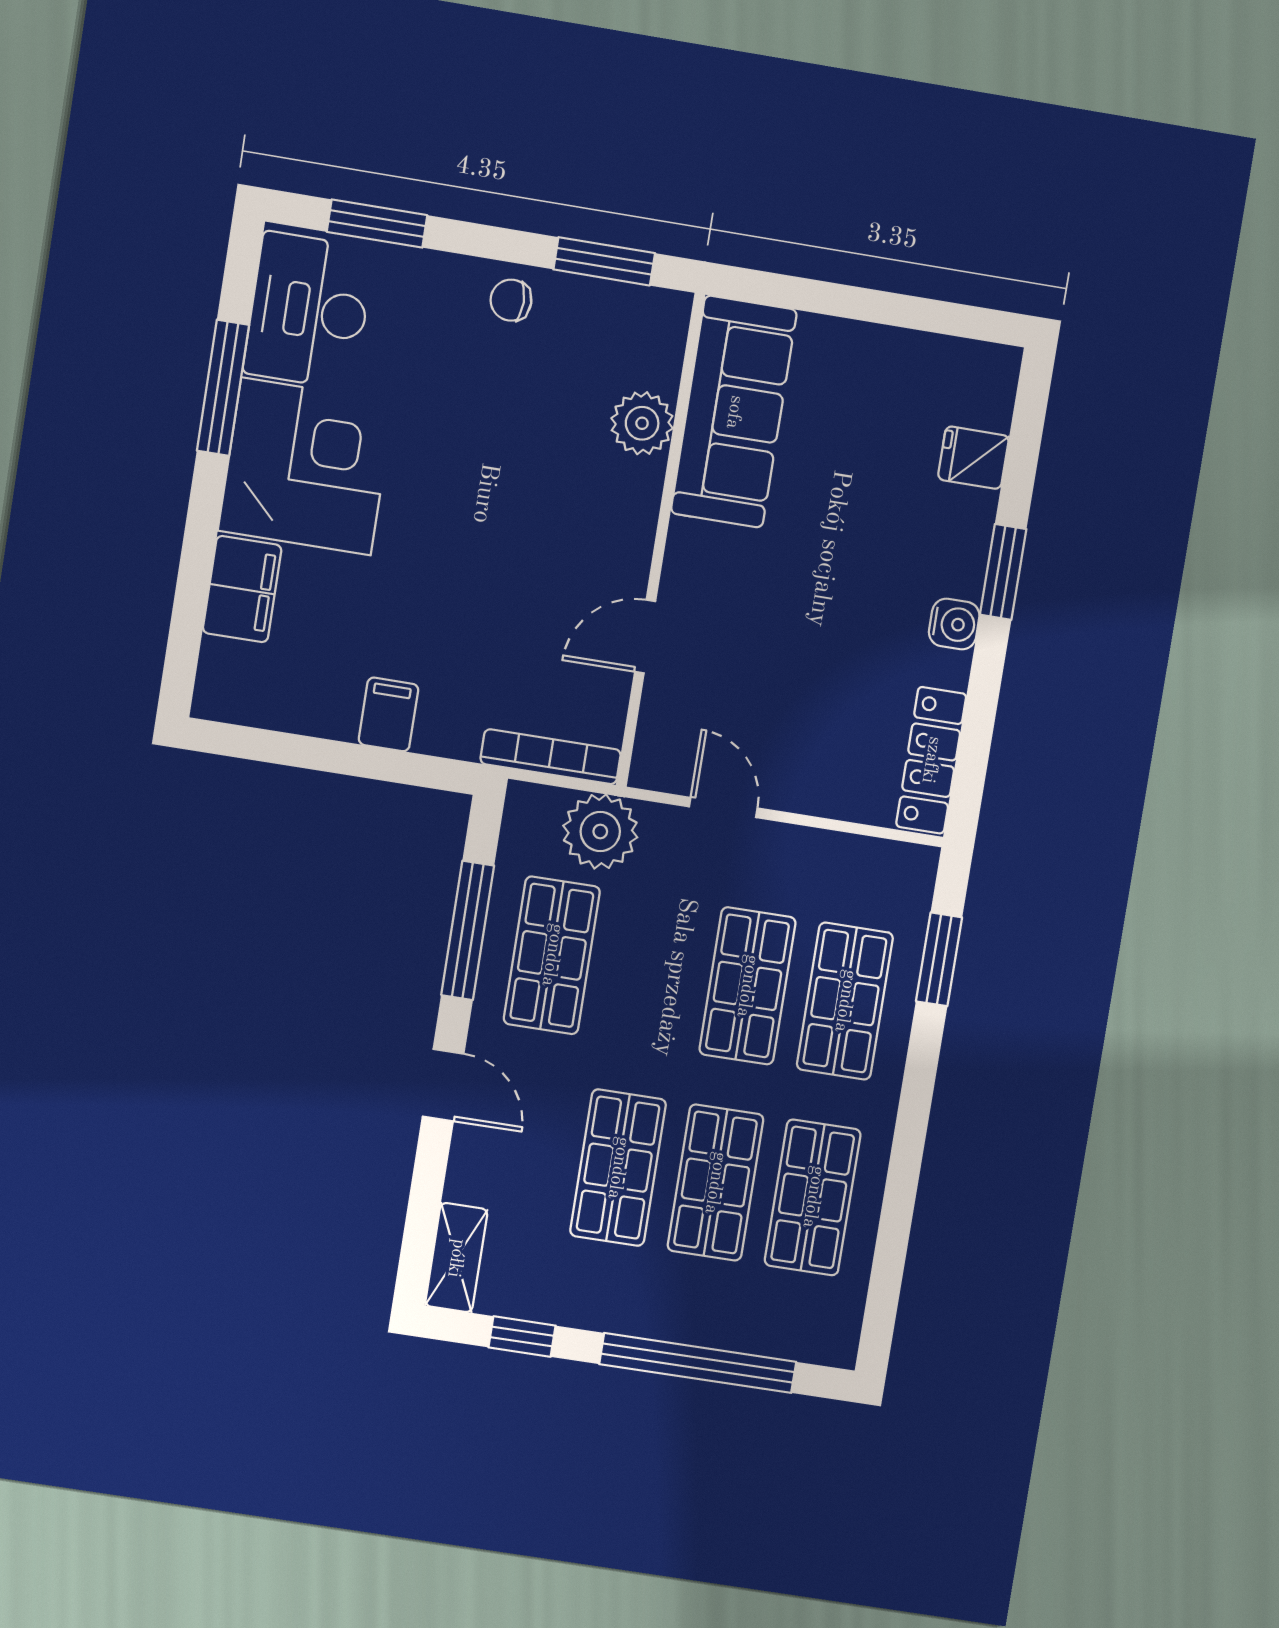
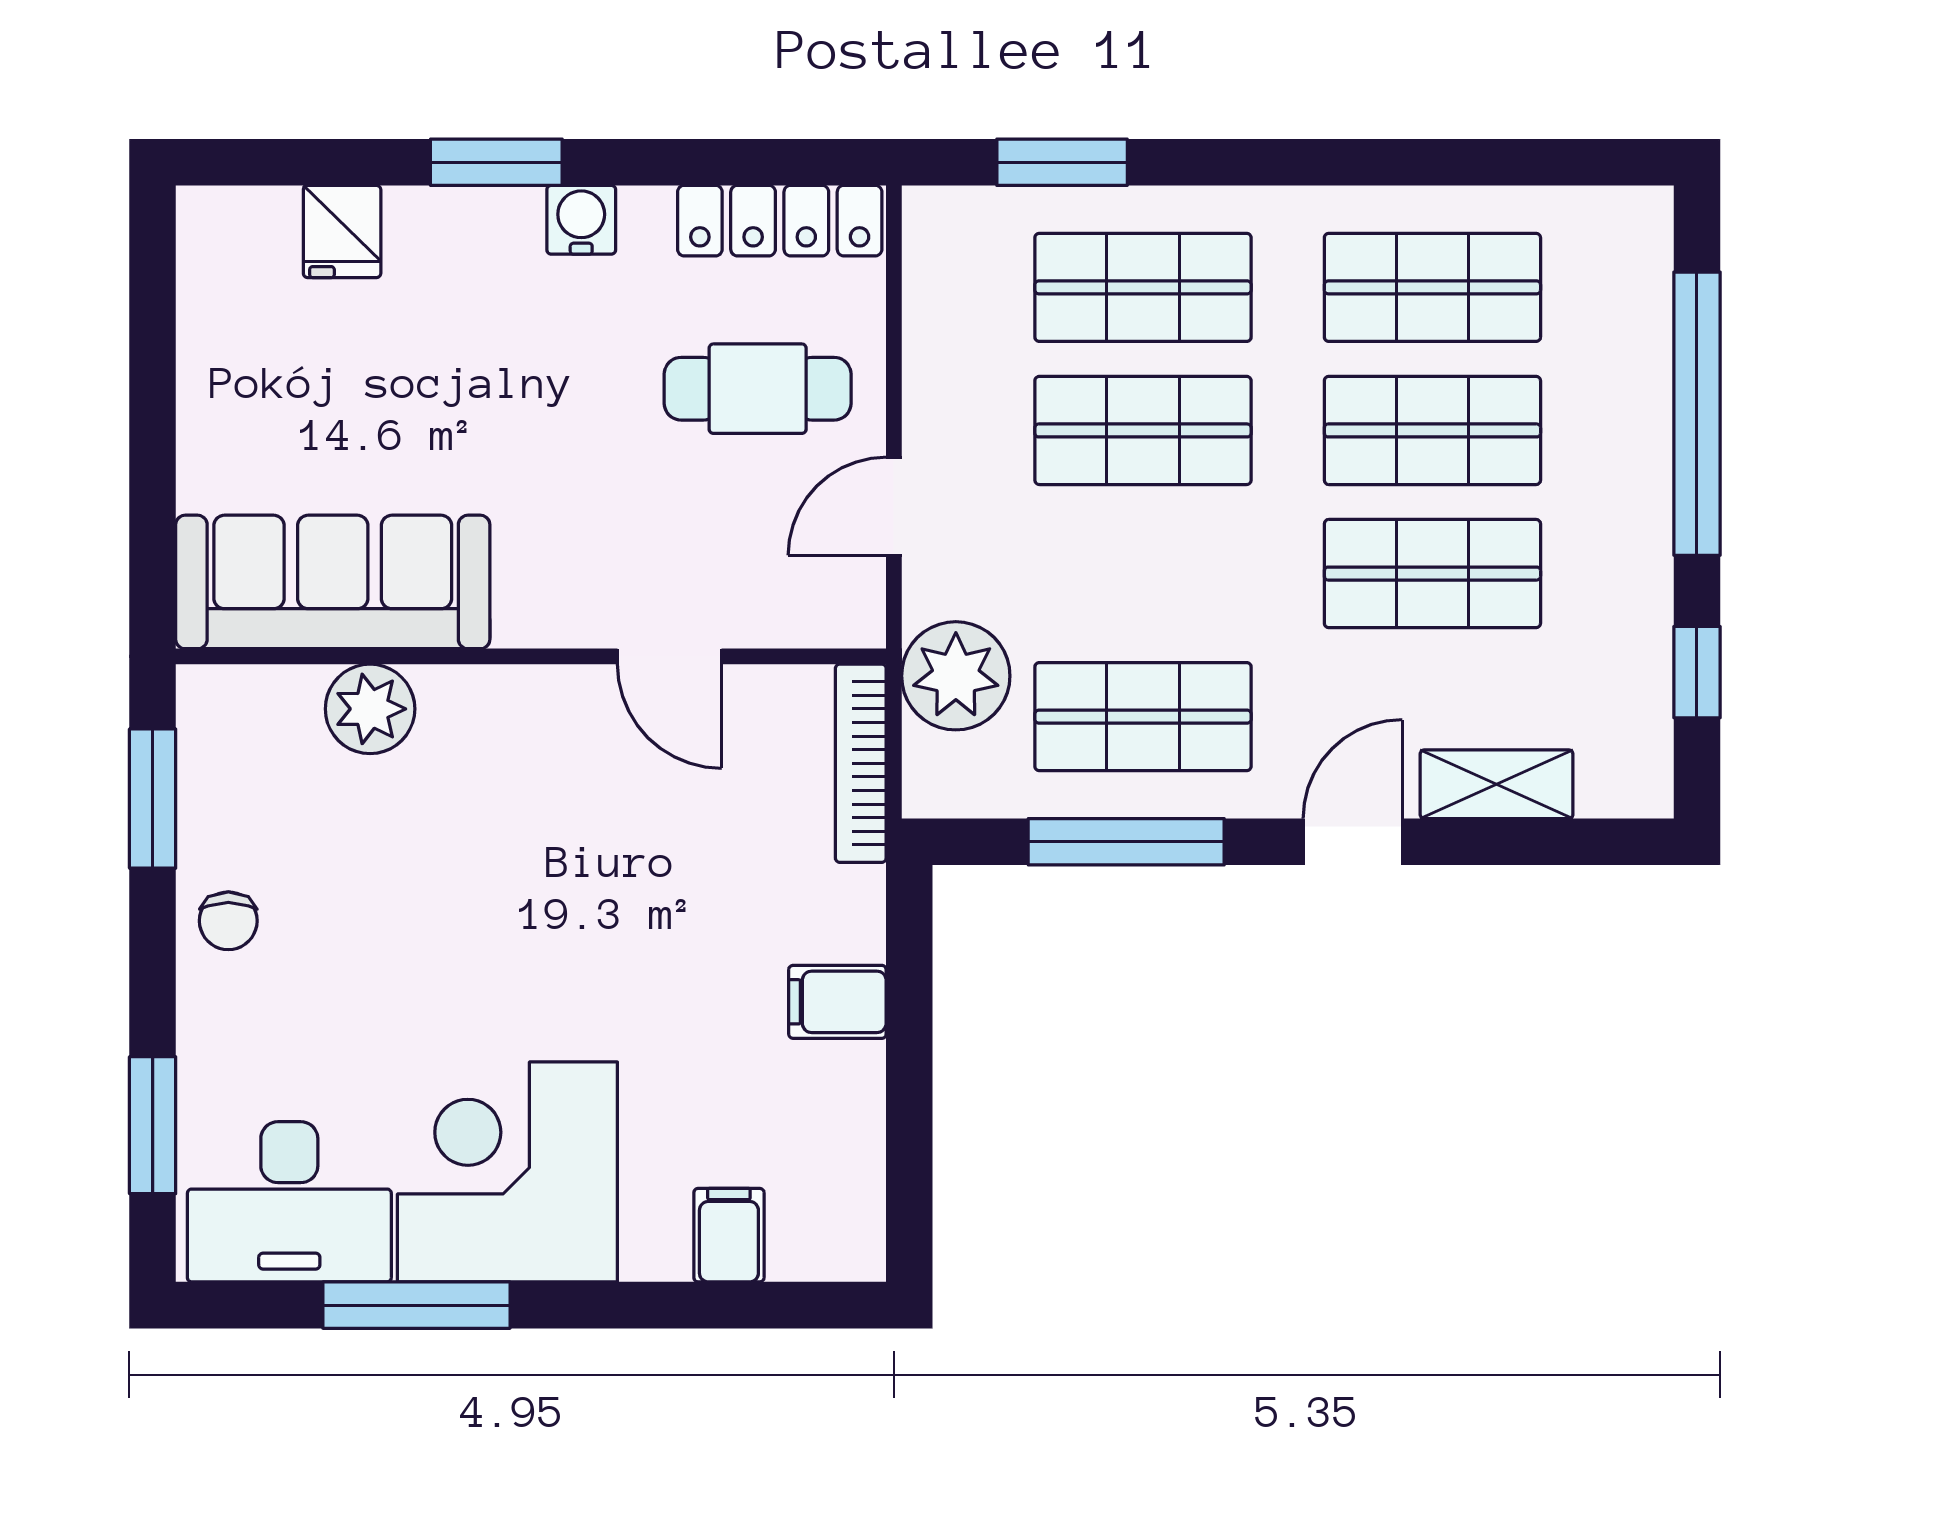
filing cabinet: (242, 589) -> (729, 1235), width x0.50
cafe table: (819, 727) -> (758, 389), added
shelving: (456, 1258) -> (1497, 784), moved

